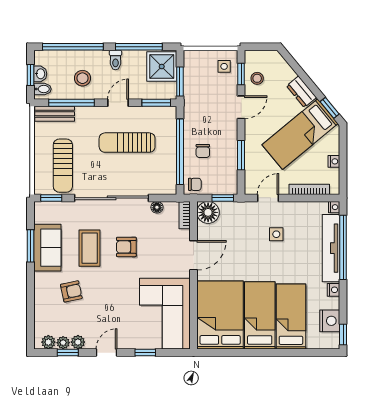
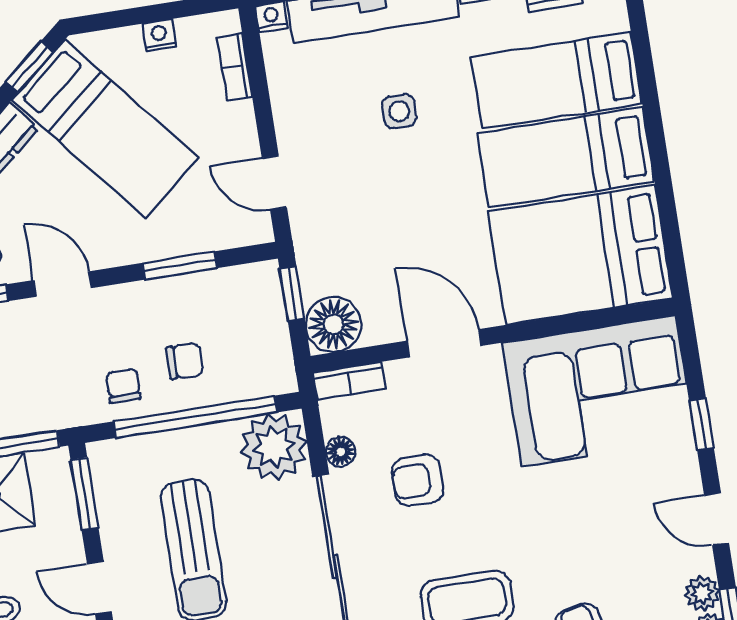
plant: (163, 181) -> (274, 447), added
chair: (195, 184) -> (123, 386), moved
bookcase: (309, 189) -> (235, 67), width x0.64
side table: (276, 234) -> (399, 111), moved
armchair: (126, 247) -> (418, 480), moved, turned 90

